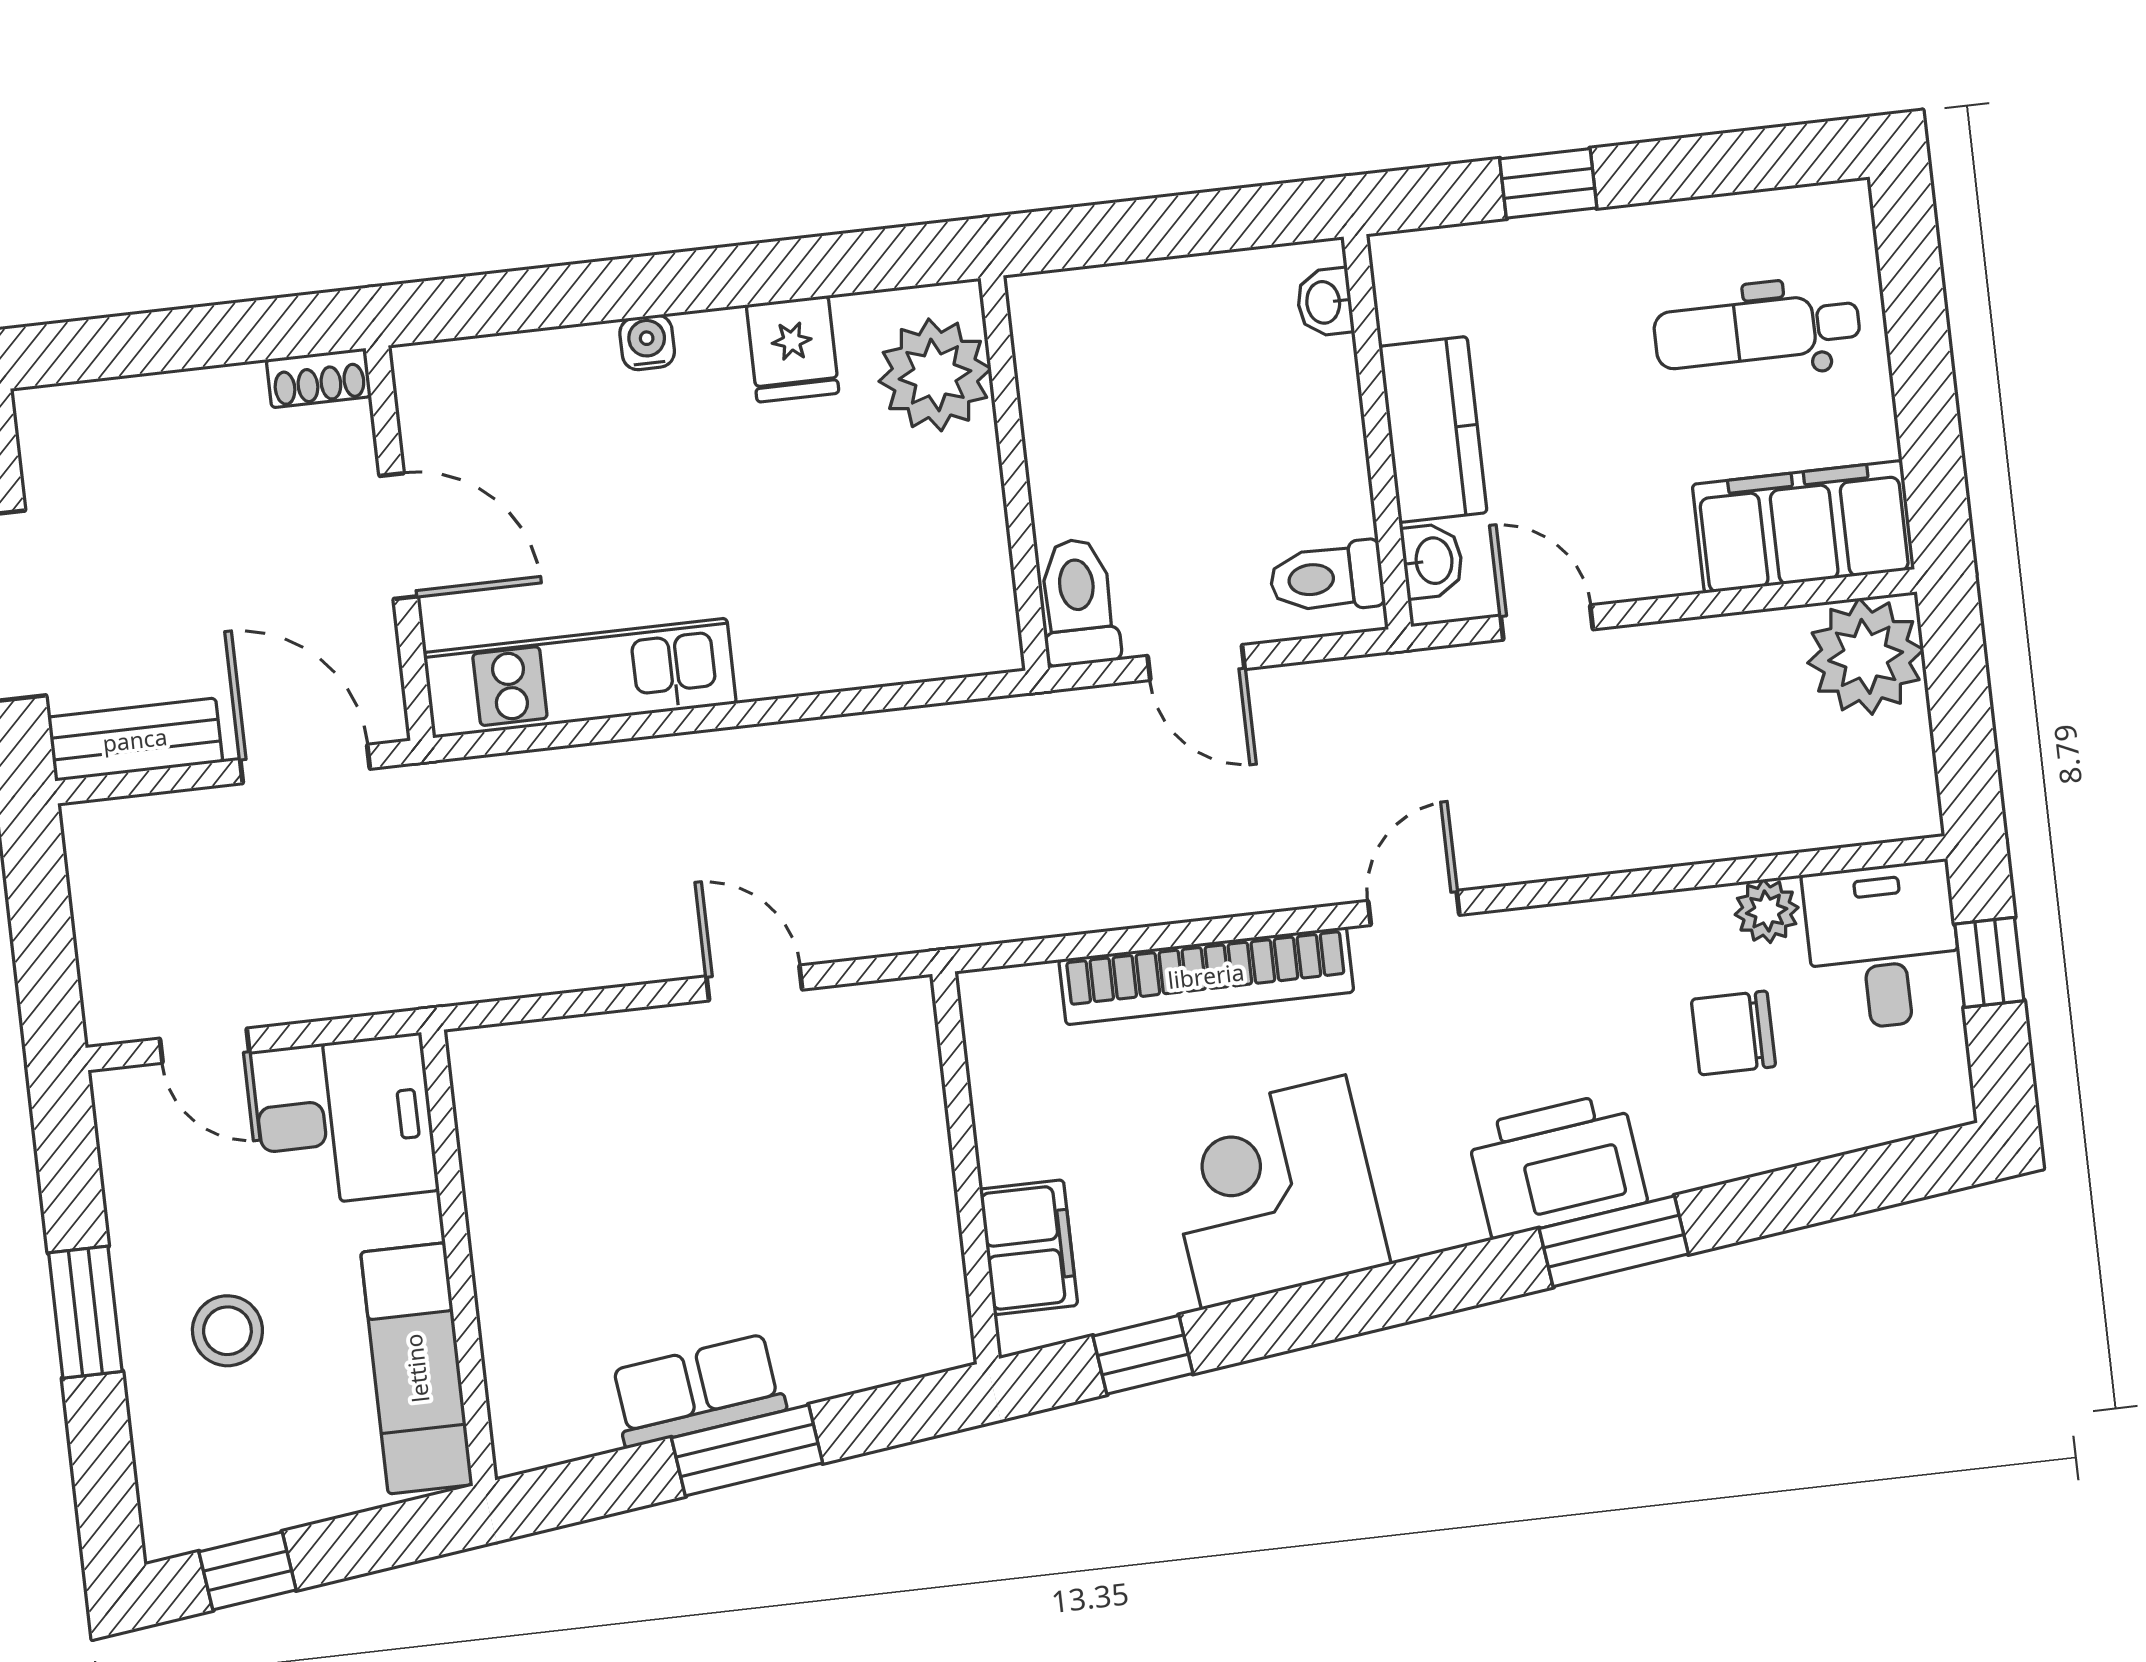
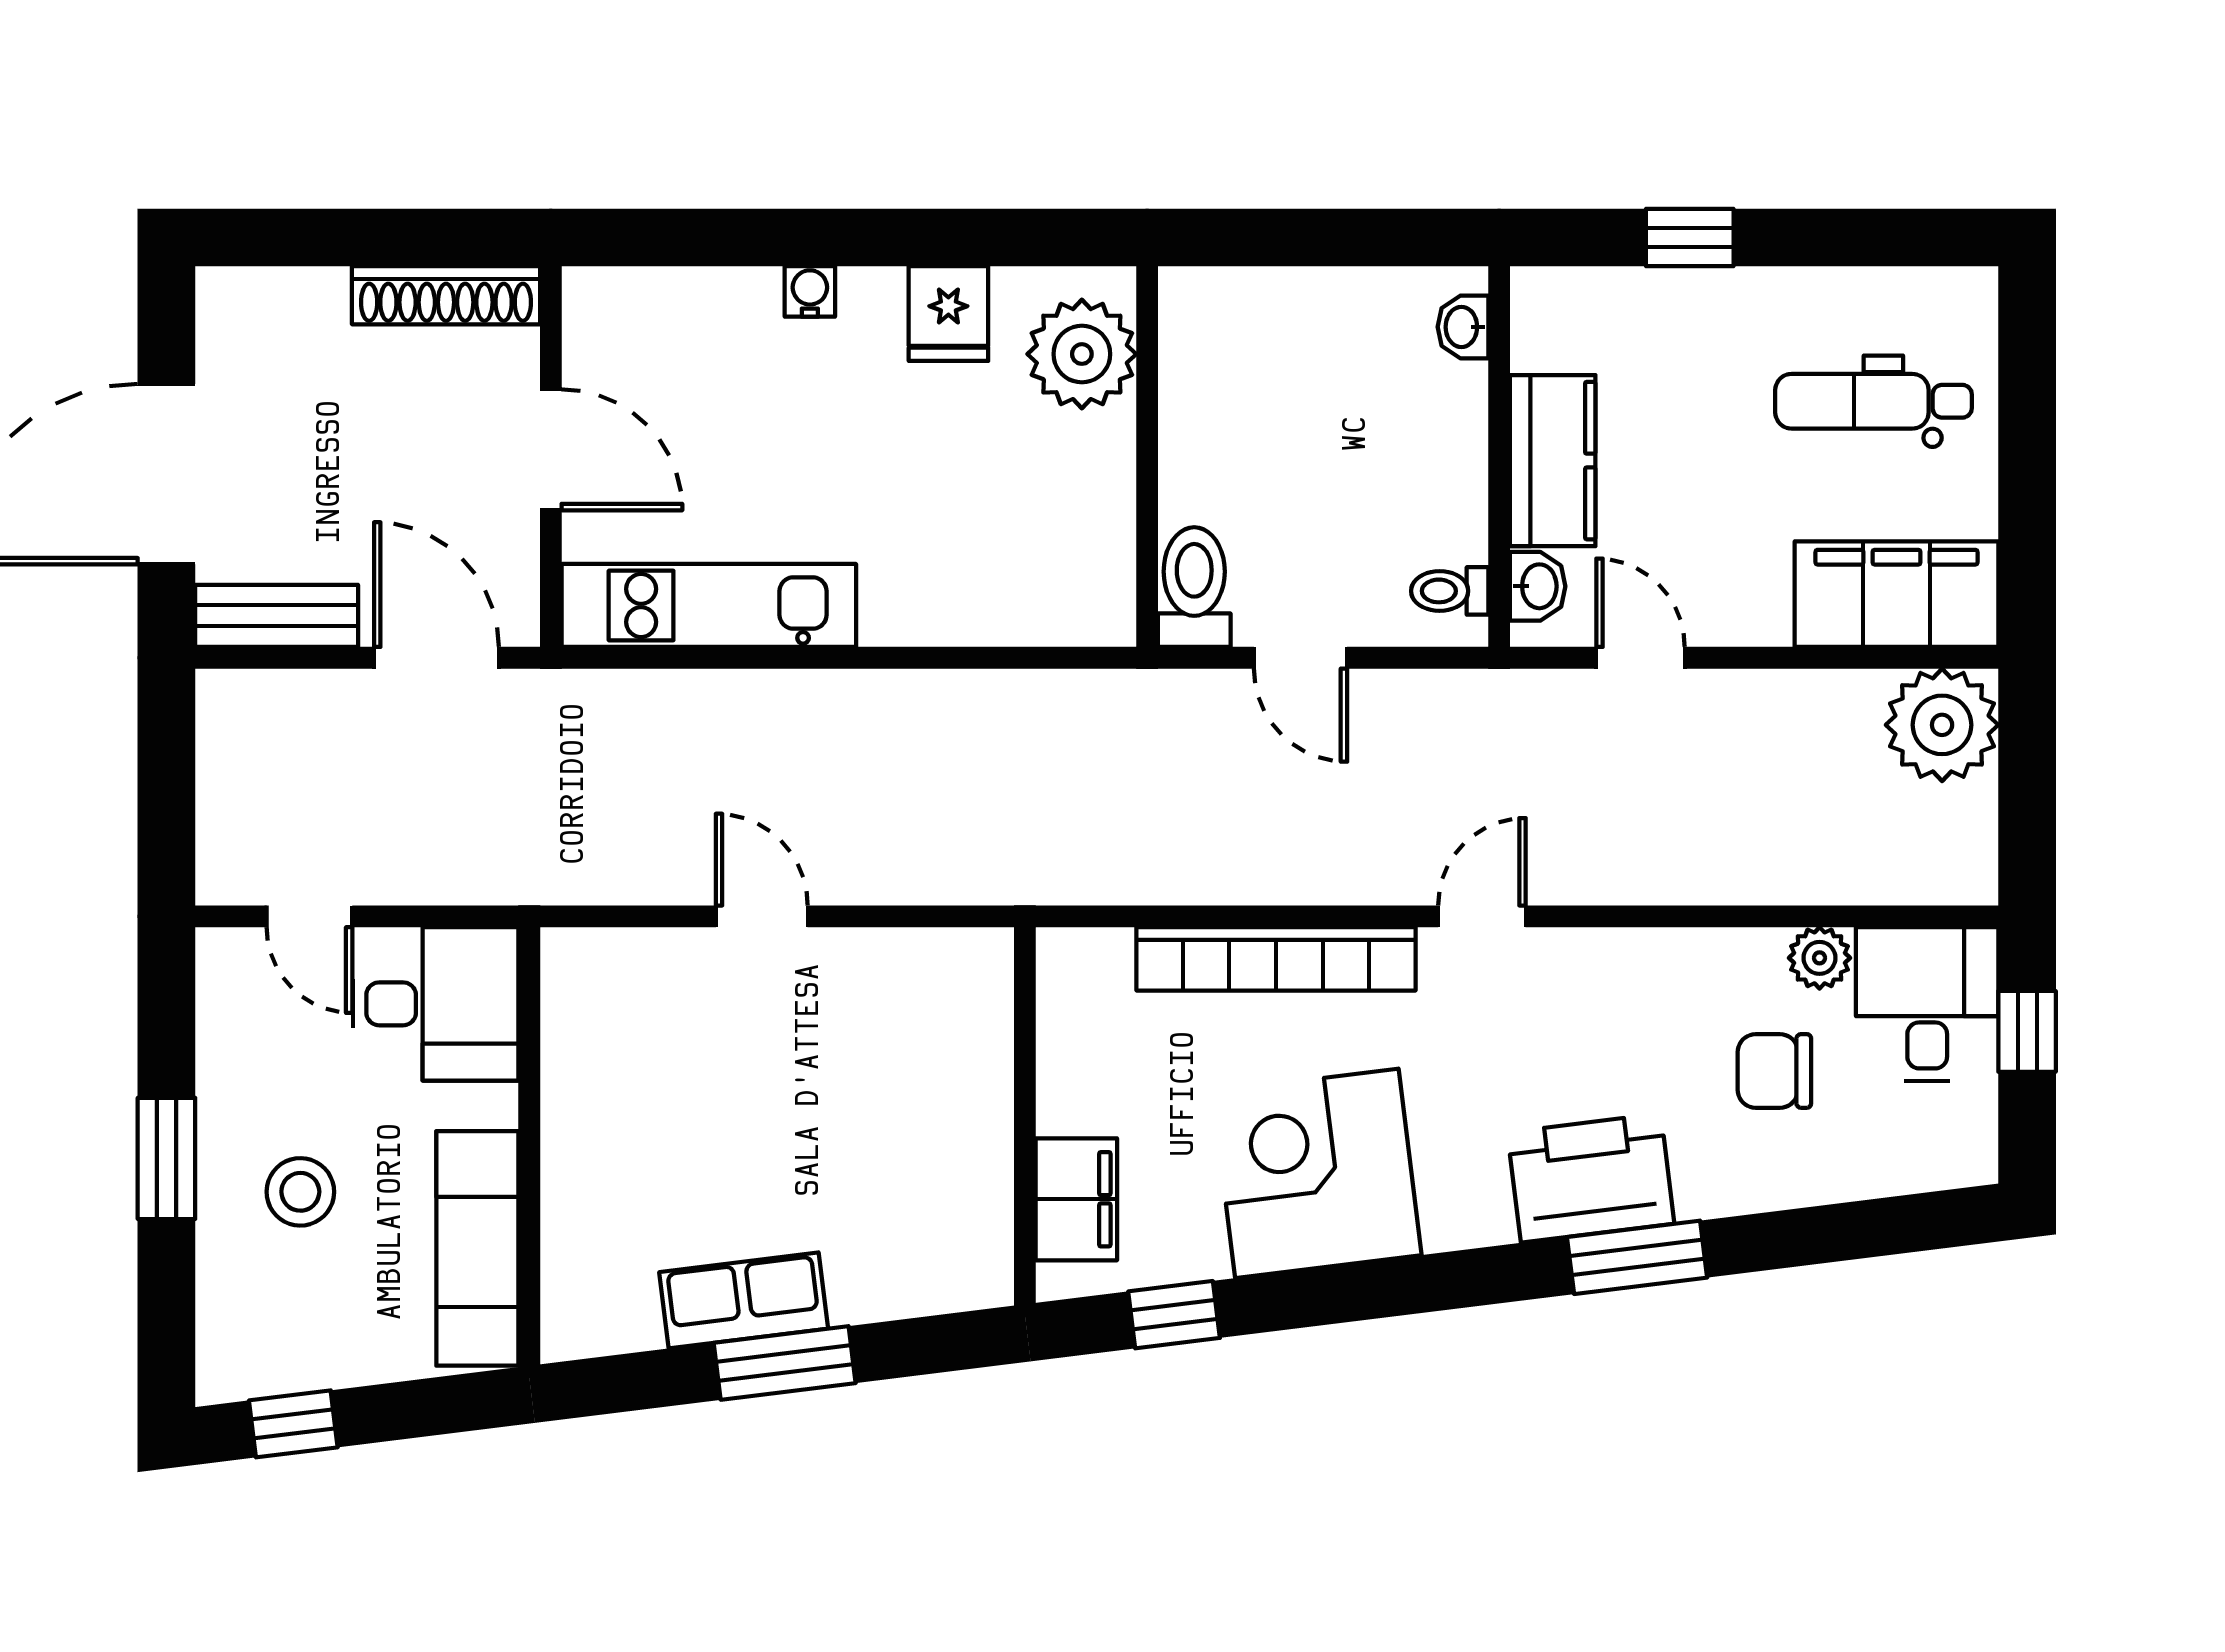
shoe rack: (319, 378) -> (446, 295), width x1.94, depth x1.24
toilet: (1327, 578) -> (1450, 591), width x0.73, depth x0.72
door: (754, 983) -> (762, 916), moved

